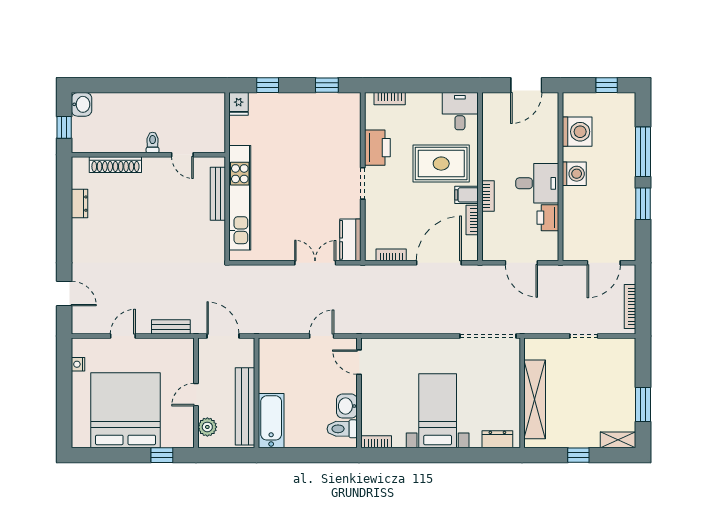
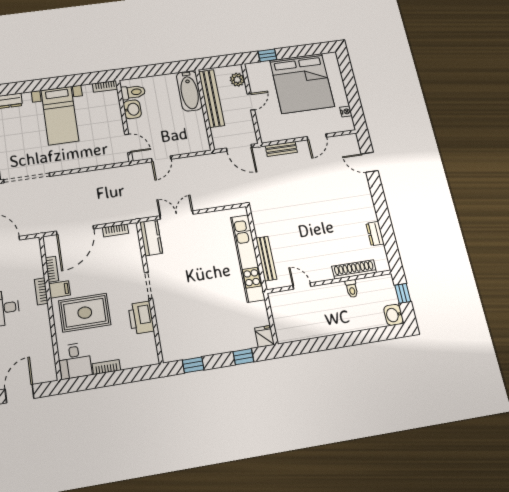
bookcase: (390, 99) -> (106, 367), moved
toilet: (153, 142) -> (352, 289), moved
double door: (315, 263) -> (177, 215), swing flipped

